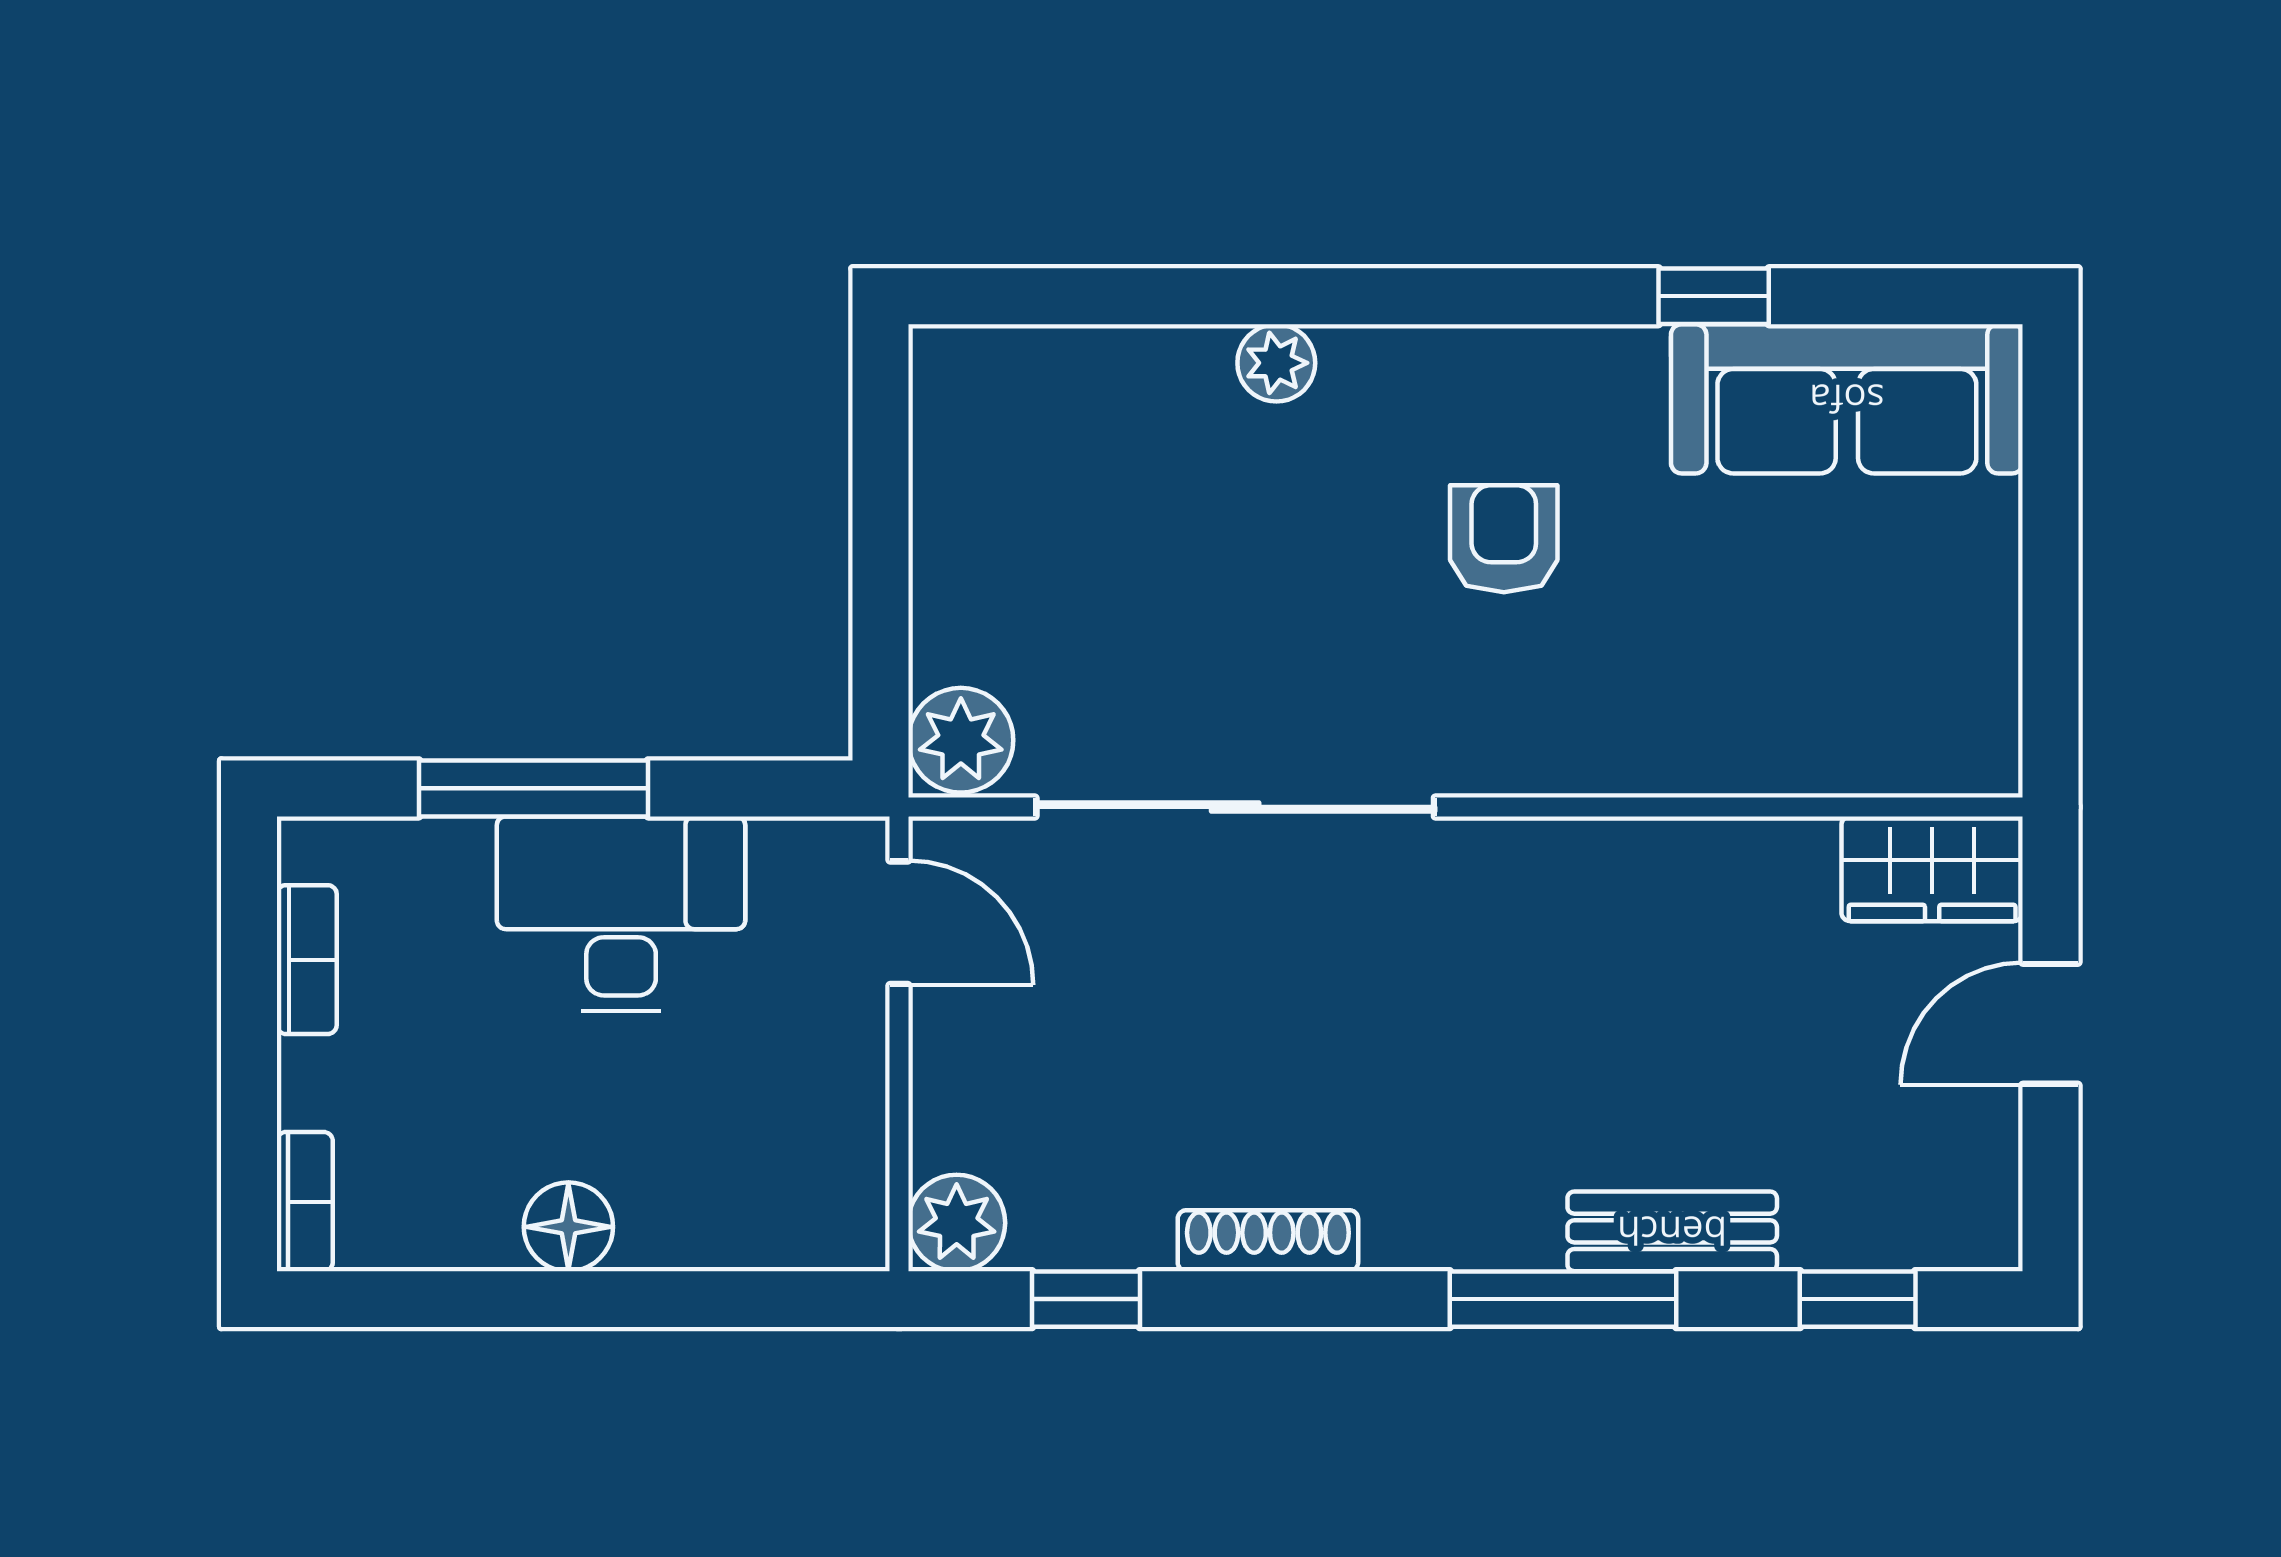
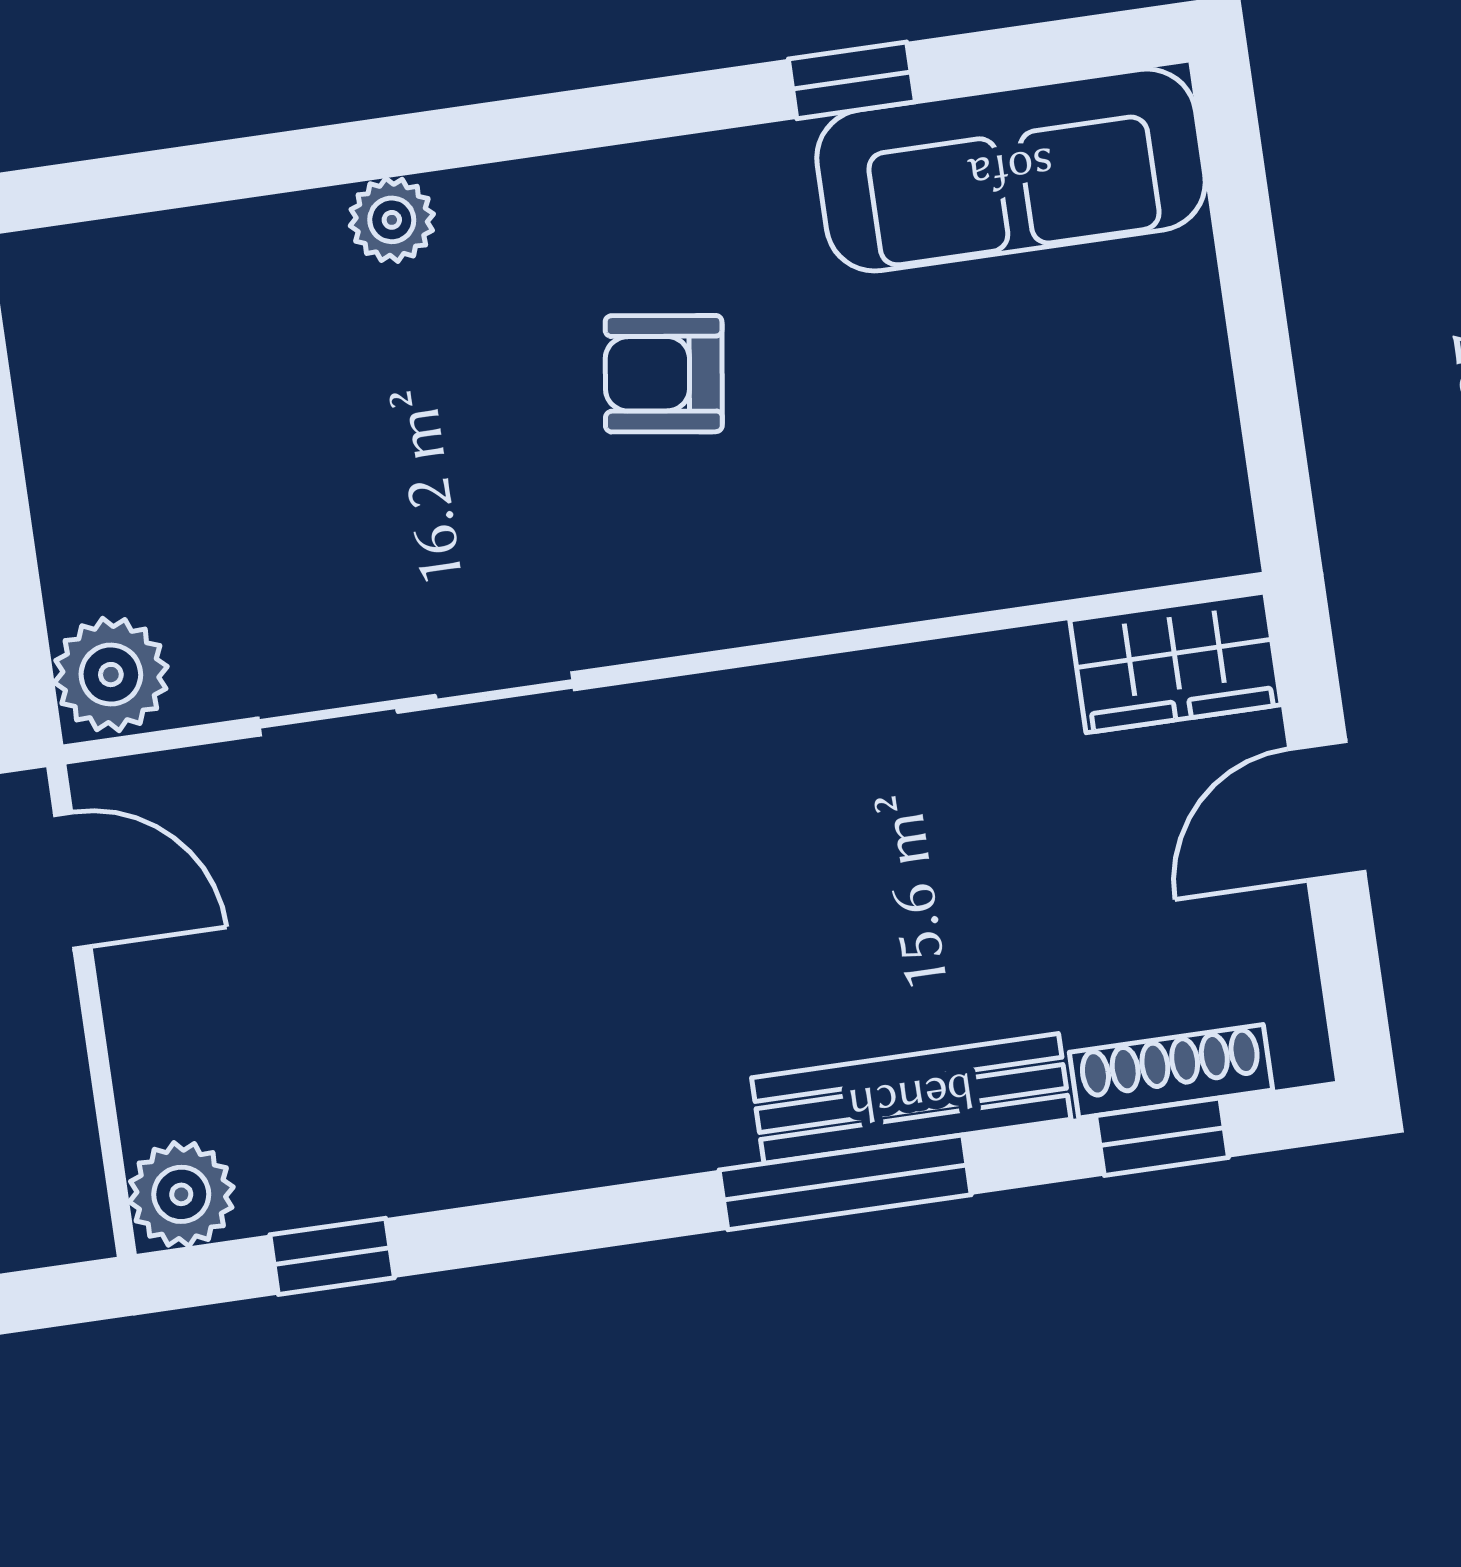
armchair: (1504, 539) -> (664, 374), turned -82
sliding door: (1235, 807) -> (416, 704), width x0.73
bench: (1672, 1231) -> (911, 1098), width x1.36
shoe rack: (1268, 1241) -> (1171, 1071), moved

